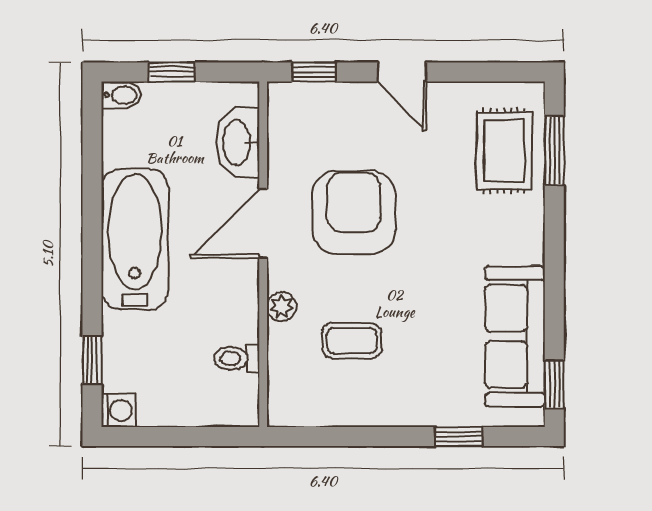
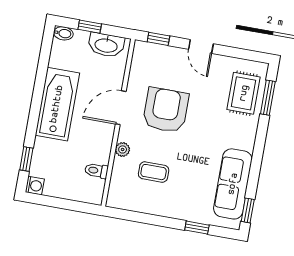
washbasin: (238, 143) -> (106, 45), moved, turned -90

